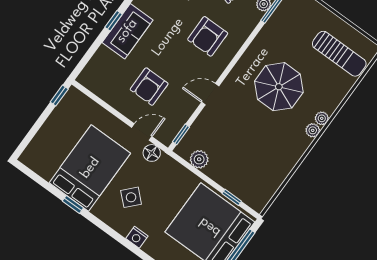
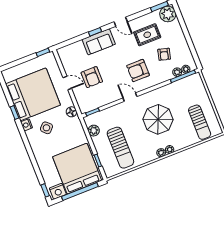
armchair: (149, 87) -> (92, 77), turned -90
door: (210, 94) -> (130, 97), moved
door: (142, 132) -> (67, 83), moved
sun lounger: (252, 159) -> (120, 148), added
bed: (90, 168) -> (33, 94), width x1.36
nightstand: (137, 237) -> (26, 125), moved

